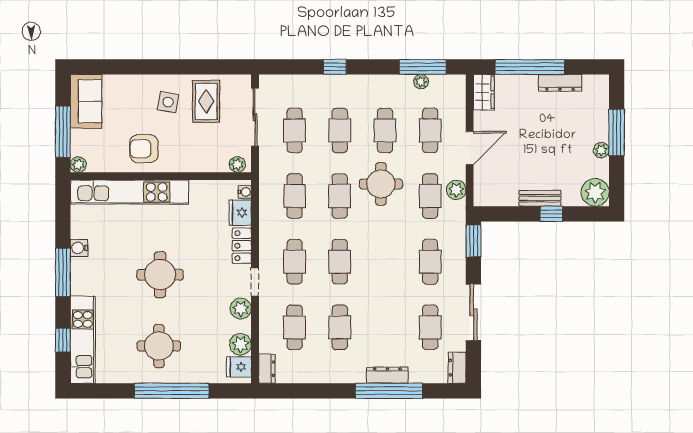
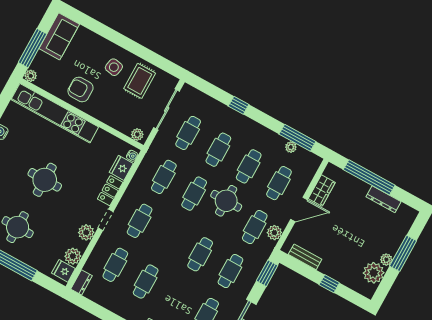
wardrobe: (484, 92) -> (322, 190), moved
plant: (595, 192) -> (374, 273), moved
bench: (540, 198) -> (305, 257), moved
cafe table: (340, 262) -> (200, 254), moved

